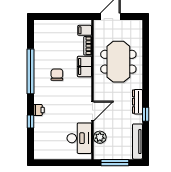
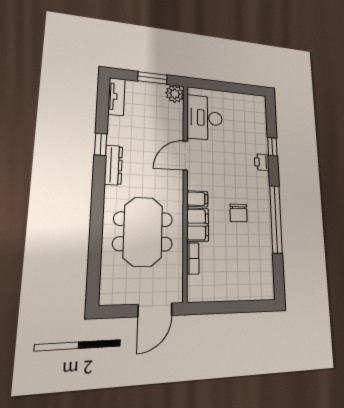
filing cabinet: (85, 30) -> (197, 199), moved
plant: (100, 137) -> (175, 94), moved
tv unit: (137, 142) -> (116, 97), width x0.71
window: (115, 163) -> (152, 78), width x0.69

